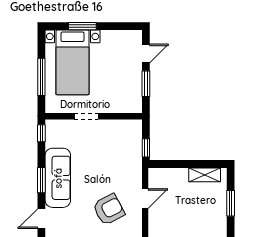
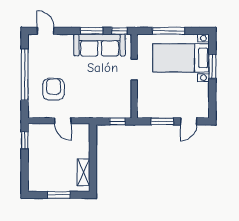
door: (146, 54) -> (189, 121), hinge flipped
window: (146, 148) -> (117, 121), moved
sofa: (58, 178) -> (100, 45), moved
window: (41, 180) -> (92, 31), moved
armchair: (109, 209) -> (53, 89), turned -152

